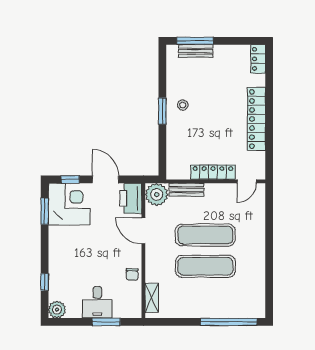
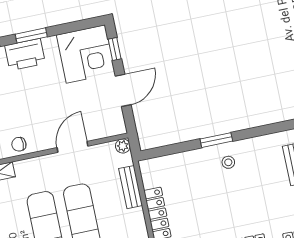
plant: (157, 194) -> (123, 146), width x0.53, depth x0.53
printer: (131, 198) -> (25, 54), moved, turned 180
window: (45, 211) -> (31, 35), moved

